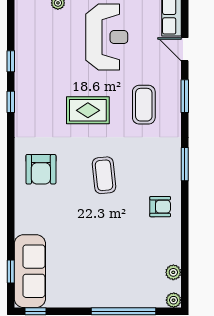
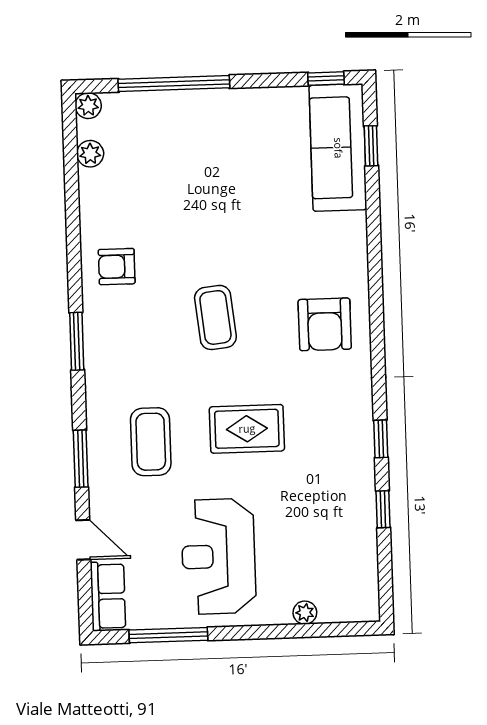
armchair: (41, 169) -> (325, 324), turned 180

